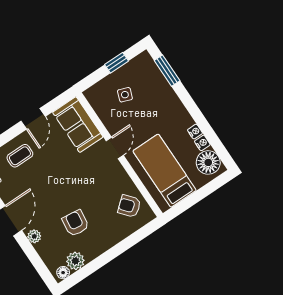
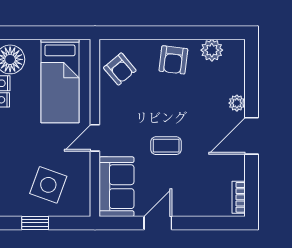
side table: (125, 95) -> (48, 185), width x1.87, depth x1.87
coffee table: (20, 156) -> (166, 146), moved
armchair: (76, 223) -> (173, 60), moved
floor lamp: (63, 273) -> (232, 47), removed

